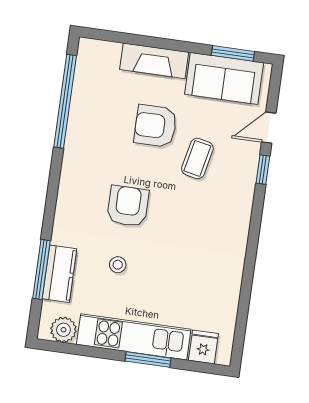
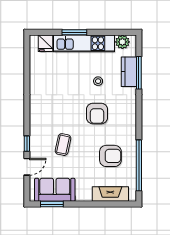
fireplace: (154, 61) -> (110, 194), moved
armchair: (155, 126) -> (110, 156), moved

